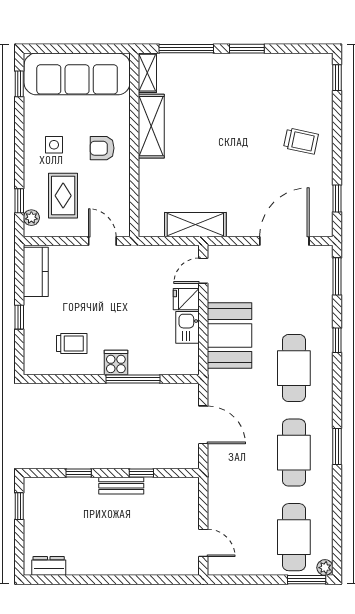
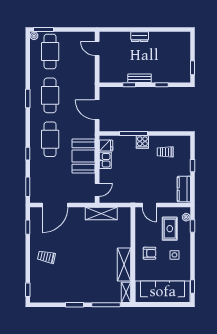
fridge: (186, 299) -> (106, 146), moved
dresser: (49, 566) -> (140, 37), moved

